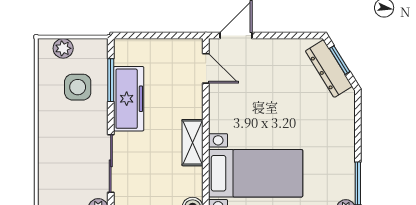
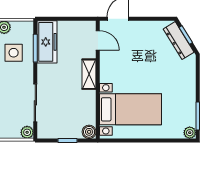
freezer: (129, 99) -> (47, 42), moved
shelving: (193, 143) -> (89, 74), moved

